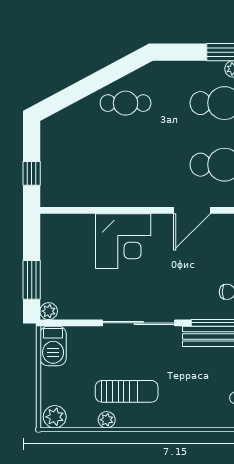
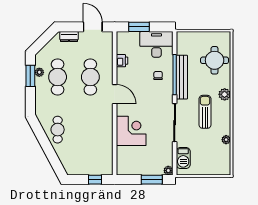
barbecue: (53, 346) -> (183, 158), moved, turned 90
sun lounger: (127, 391) -> (205, 112), moved
plant: (55, 417) -> (225, 94), moved

